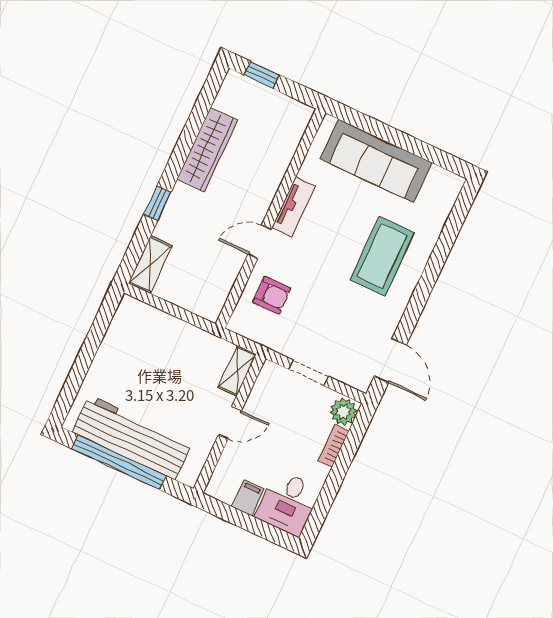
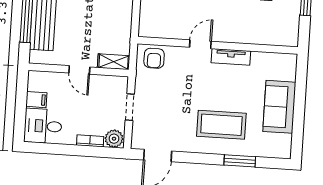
sofa: (376, 161) -> (279, 107), width x0.73
door: (260, 242) -> (200, 44), hinge flipped
window: (442, 250) -> (240, 161), added
armchair: (272, 295) -> (154, 58), moved

